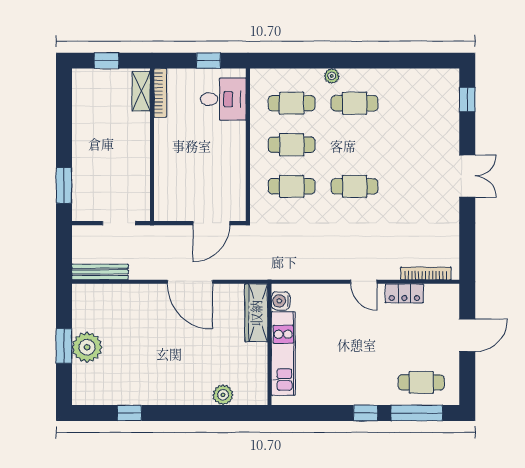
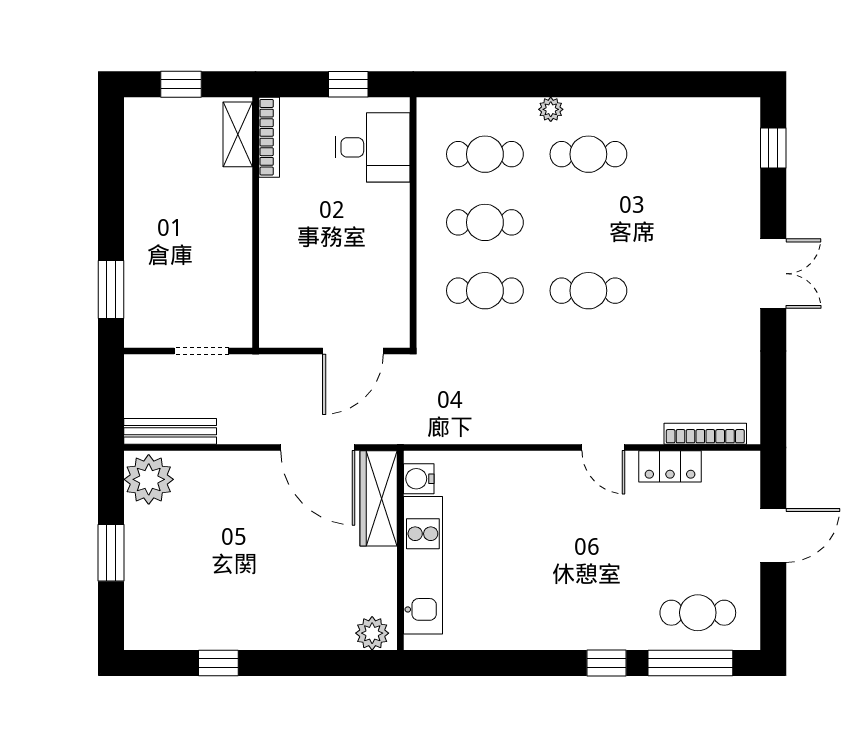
water cooler: (281, 301) -> (419, 479), moved
wardrobe: (256, 313) -> (379, 498), moved
wall: (269, 344) -> (400, 550), moved
plant: (87, 347) -> (149, 479), moved
kitchen unit: (283, 354) -> (423, 565), moved

